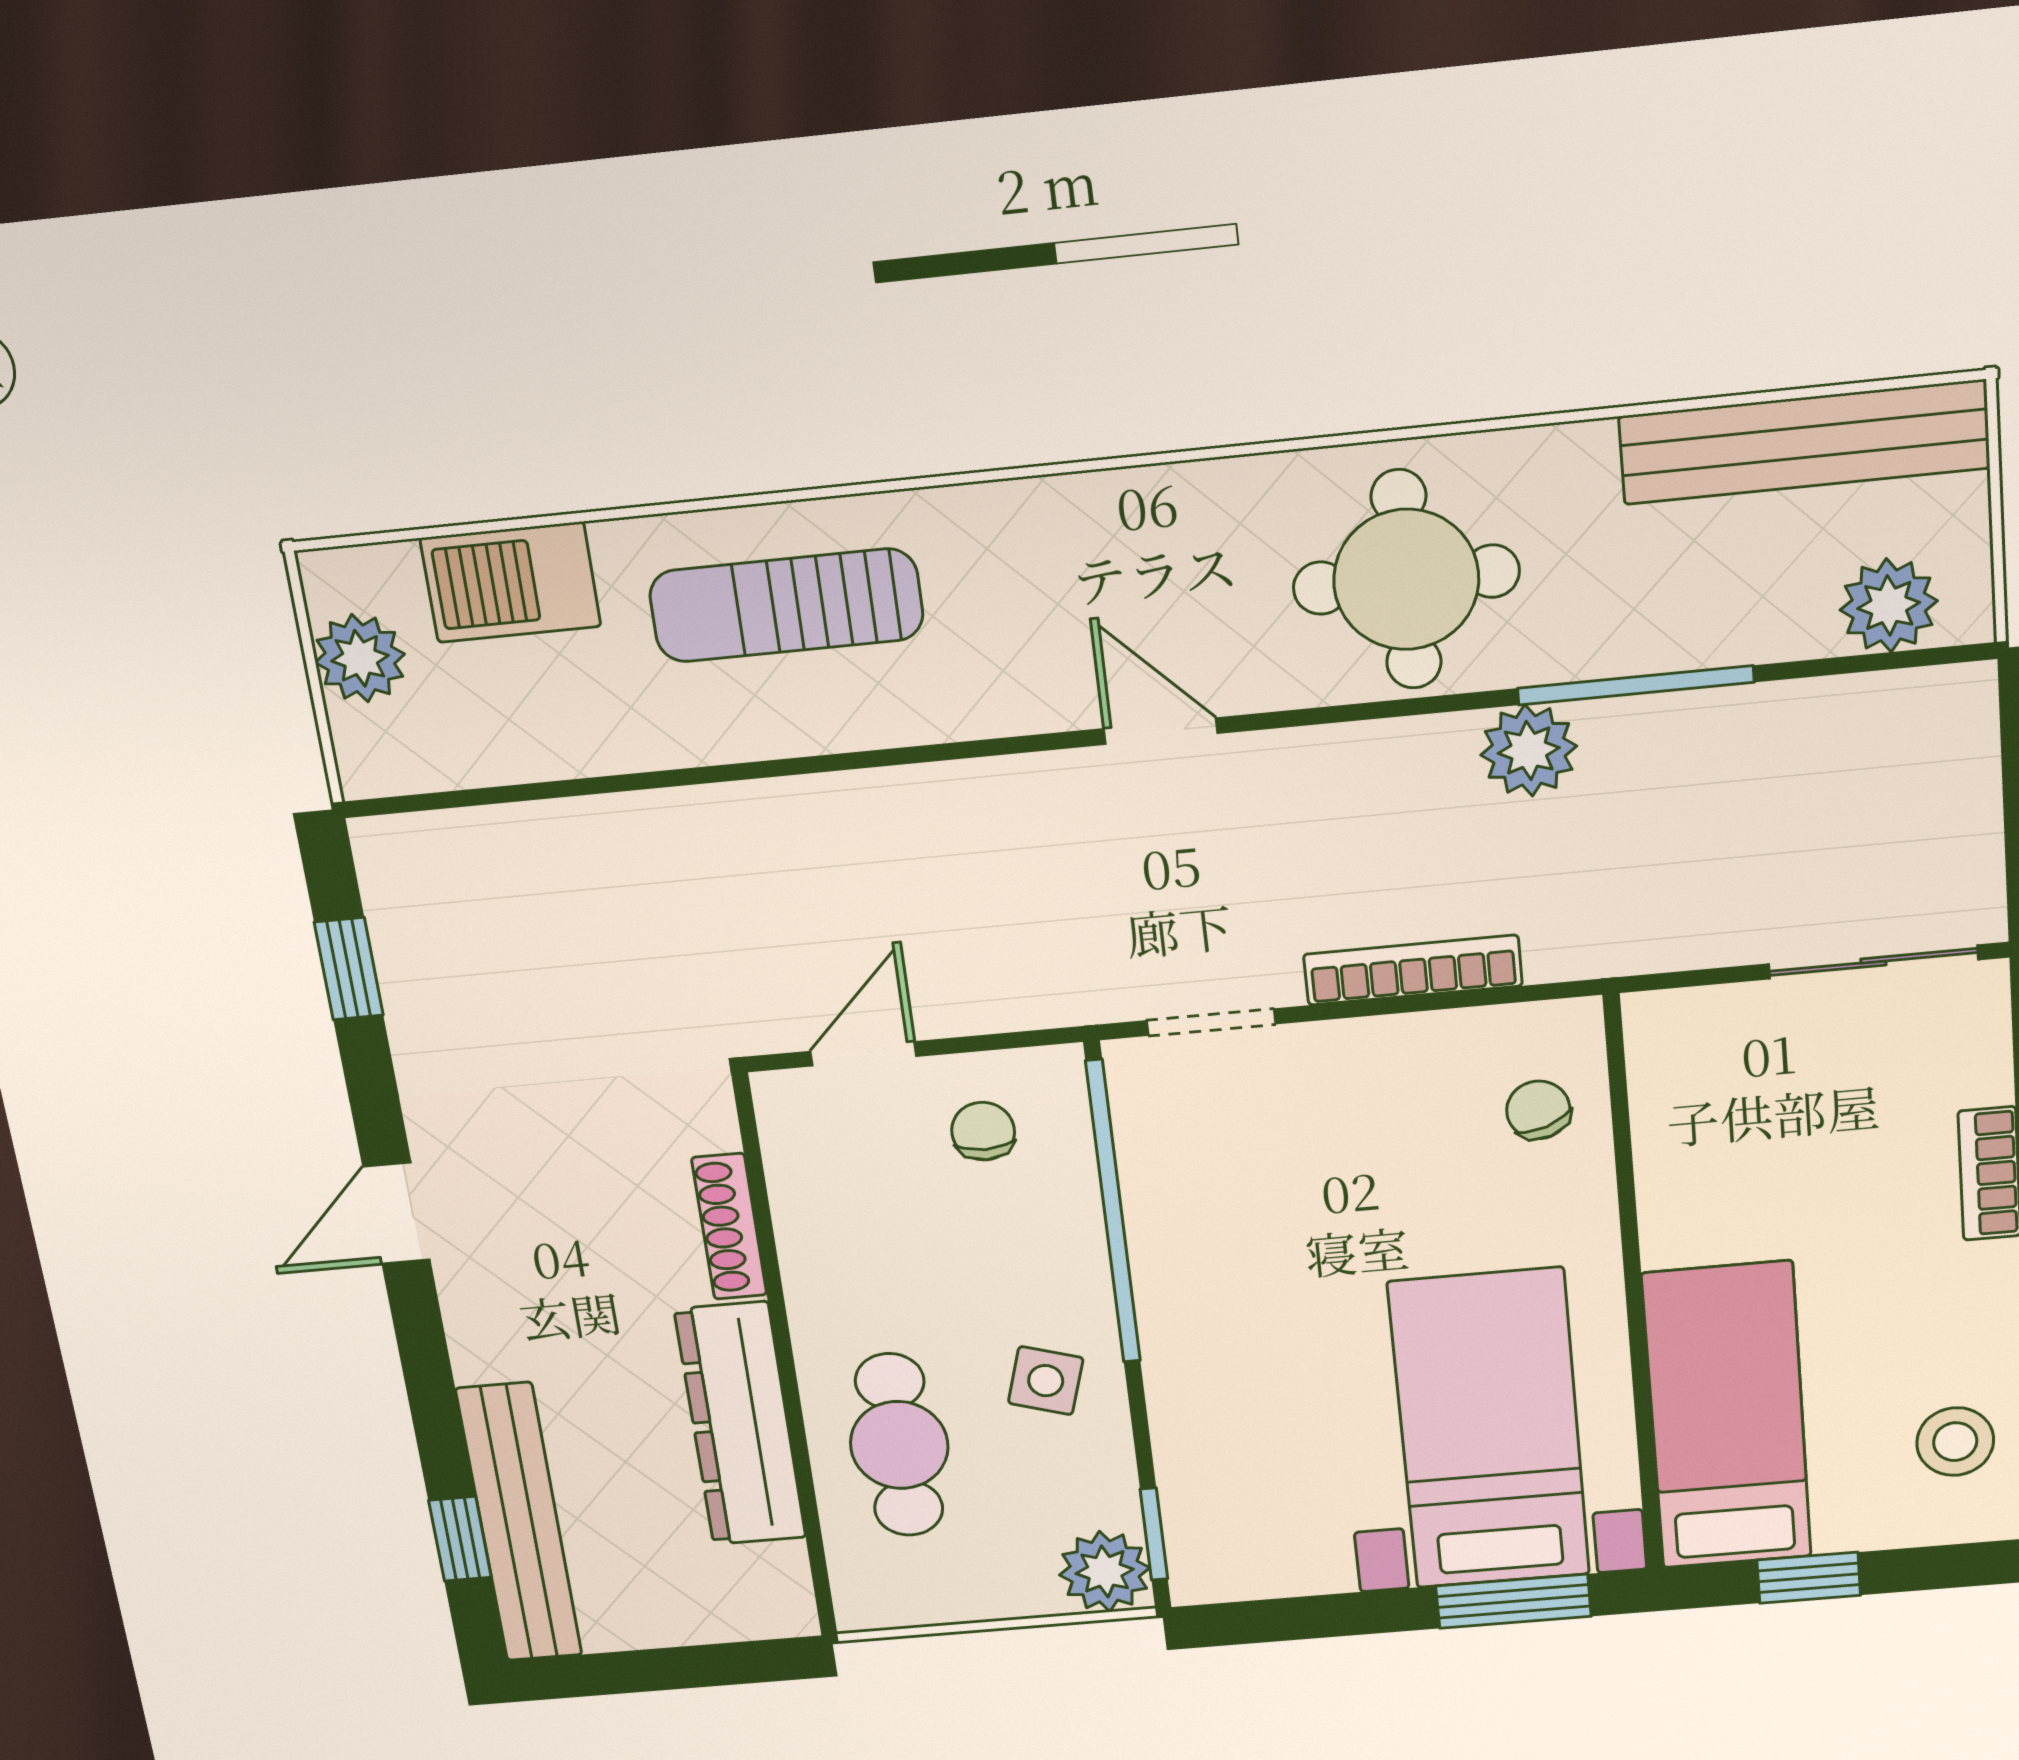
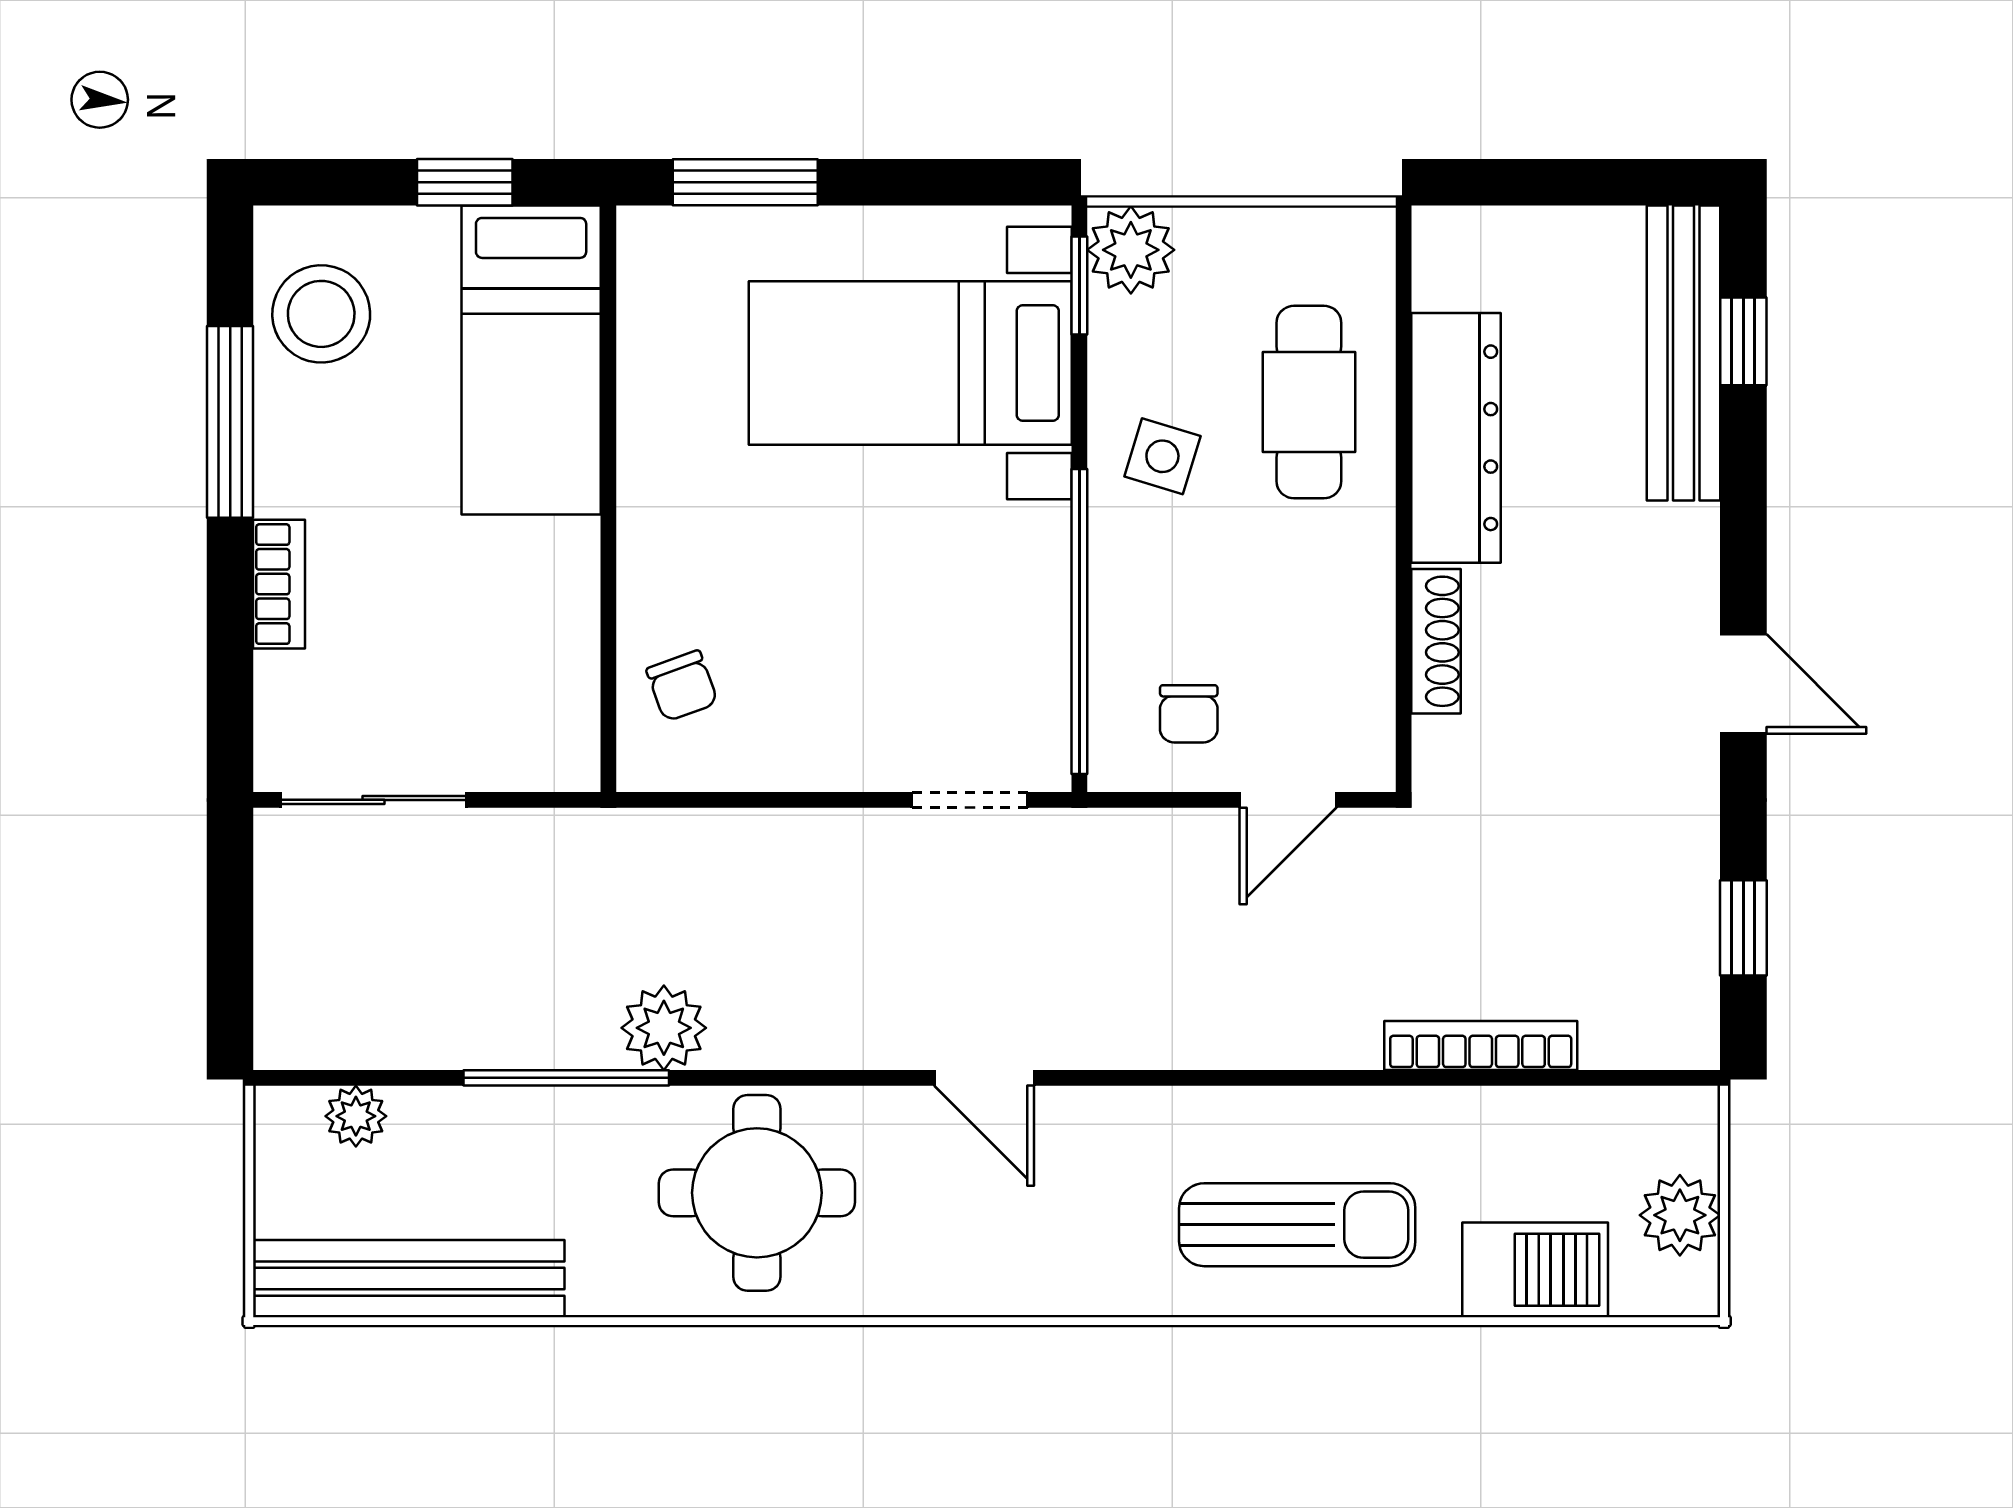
plant: (1889, 605) -> (356, 1116), width x0.73, depth x0.73
bookcase: (1413, 970) -> (1481, 1046), moved, turned 180
door: (397, 1213) -> (1743, 684), hinge flipped
bed with nightstands: (1489, 1429) -> (910, 363), moved, turned 90
stool: (1955, 1442) -> (321, 314), width x1.38, depth x1.38

